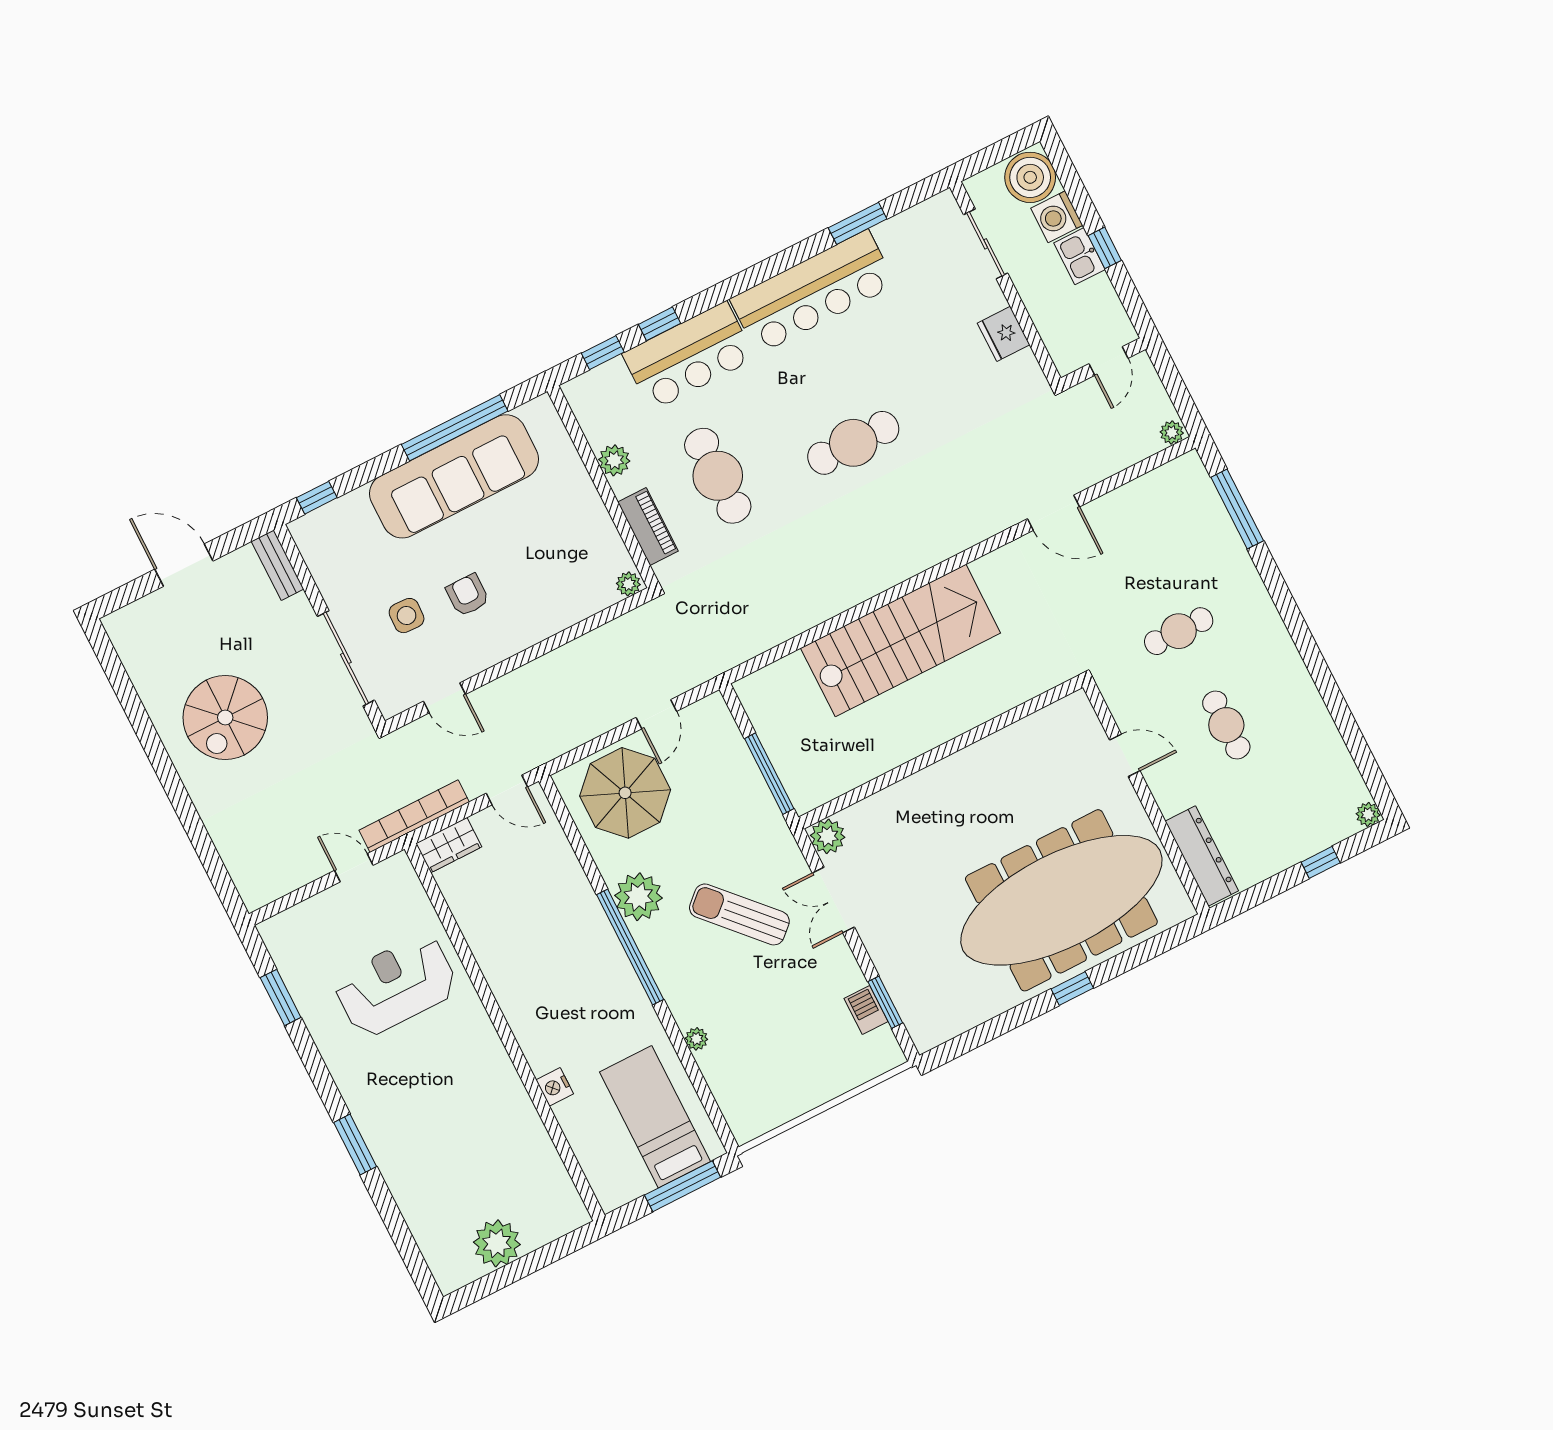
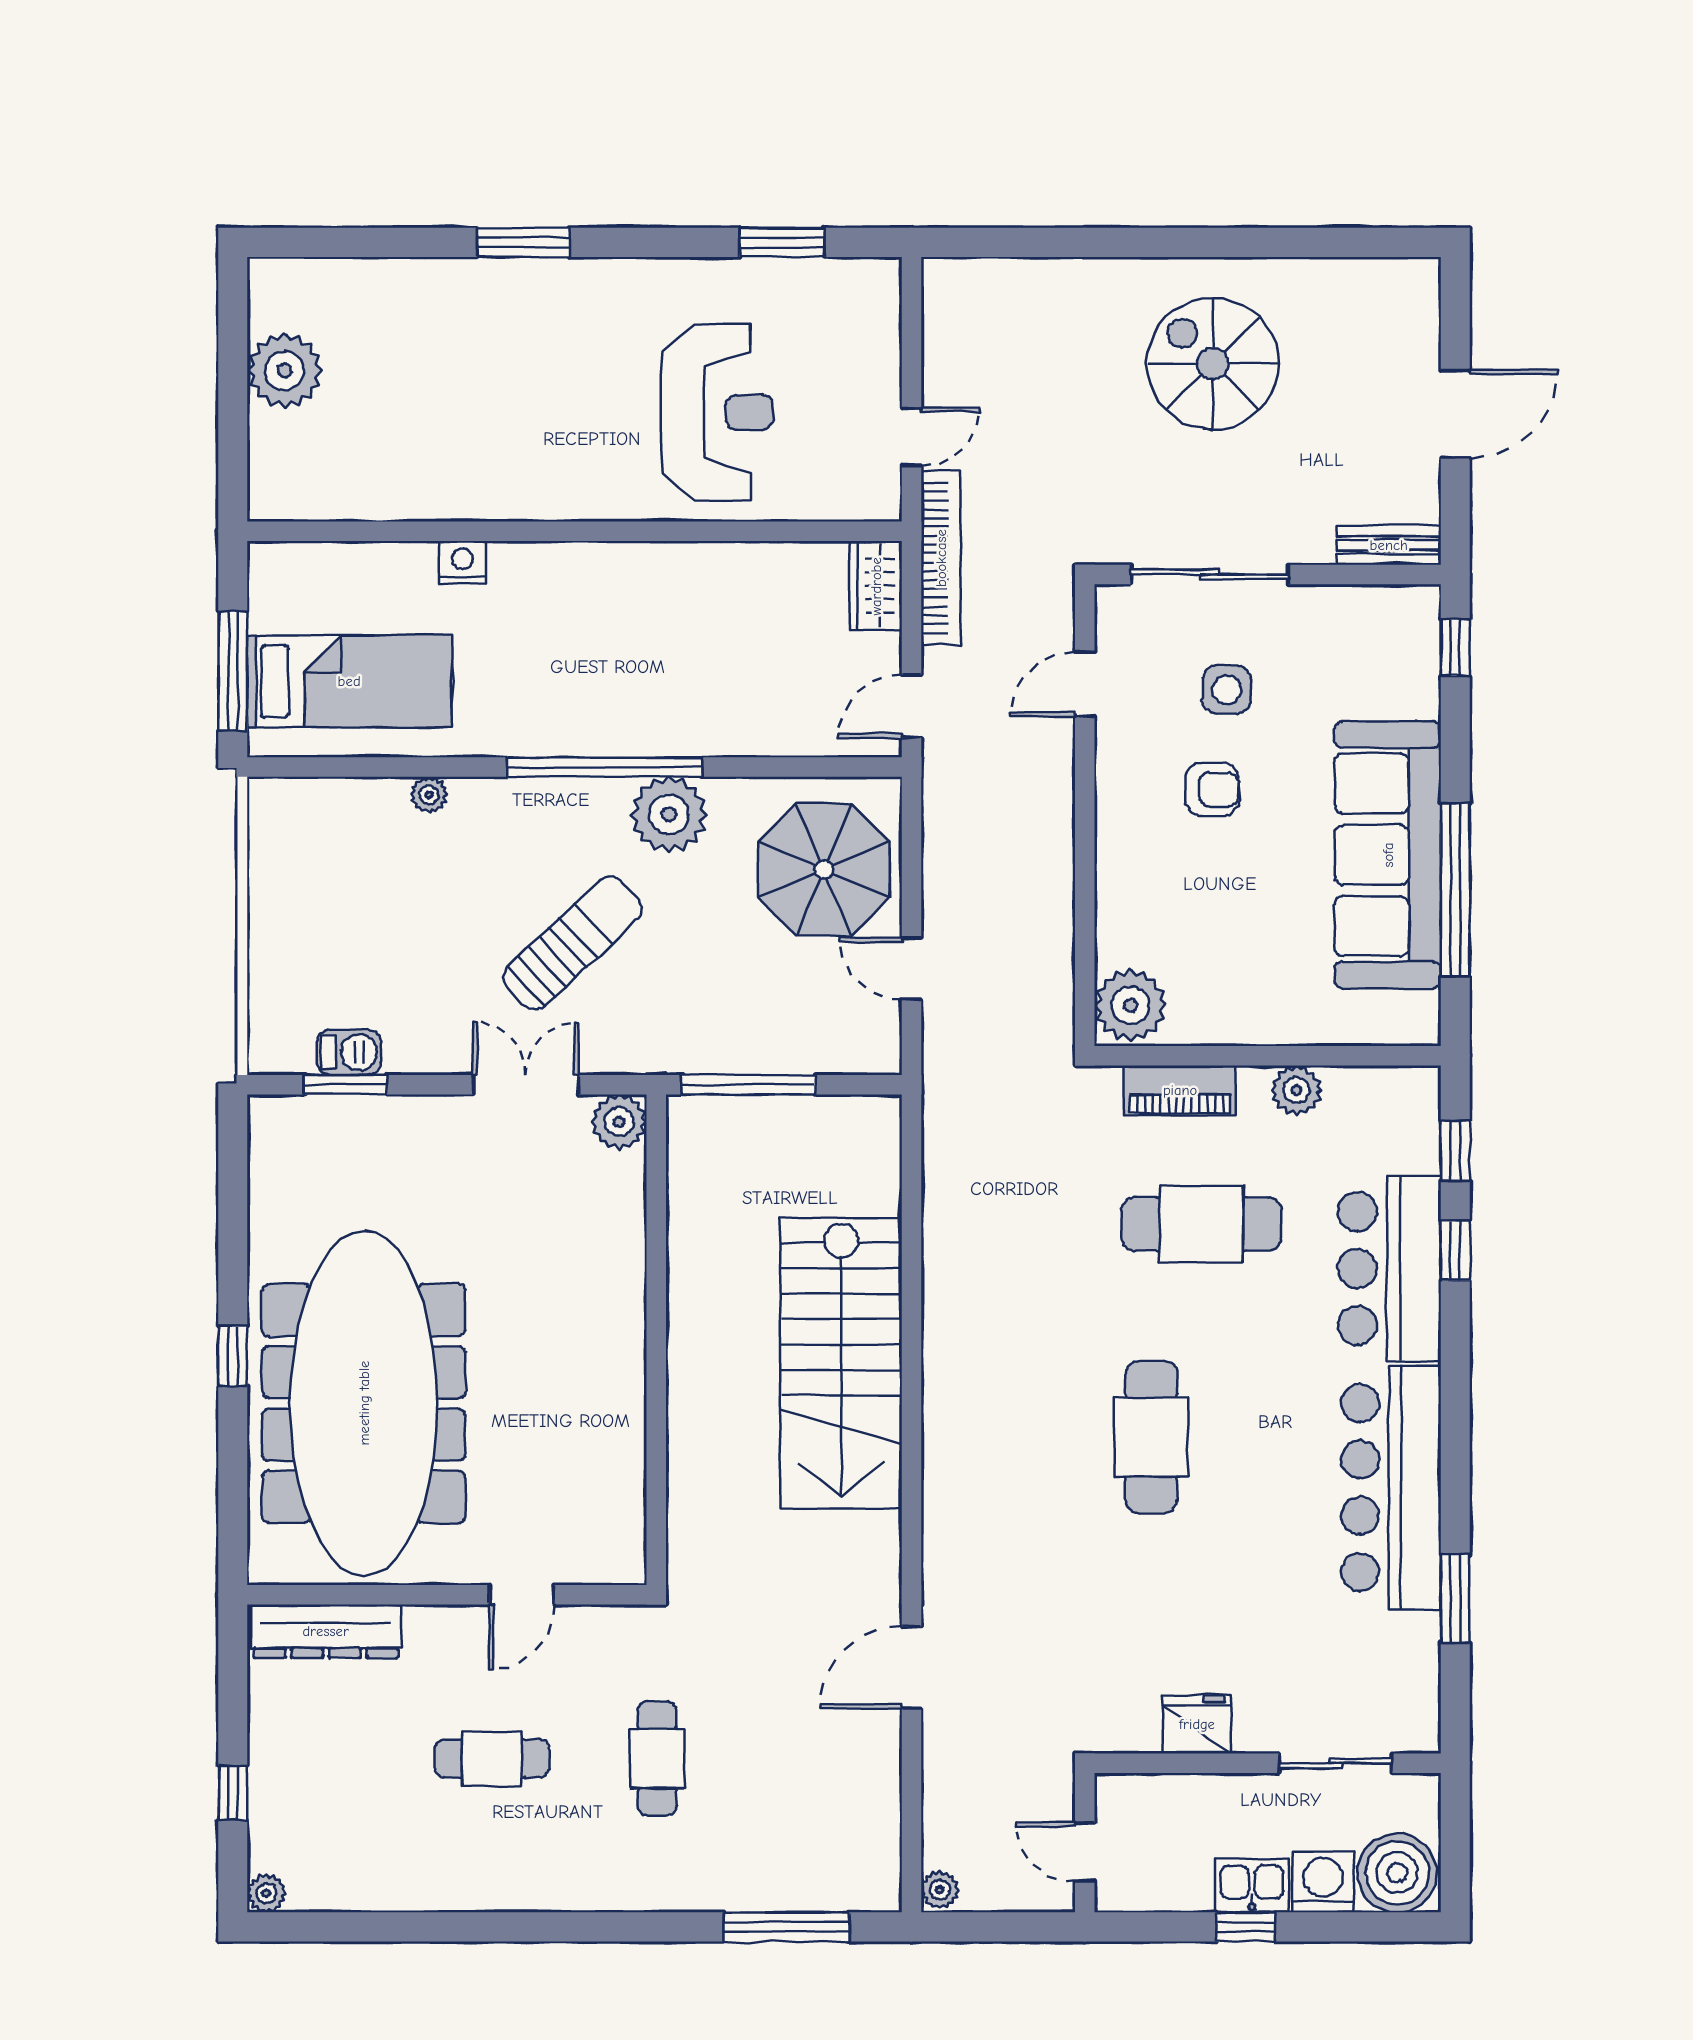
plant: (628, 584) -> (1130, 1005), width x1.87, depth x1.87

